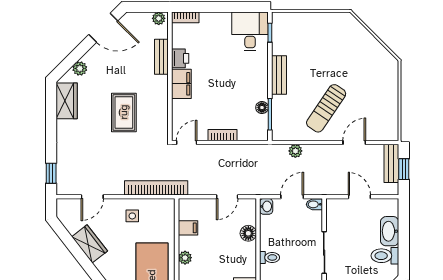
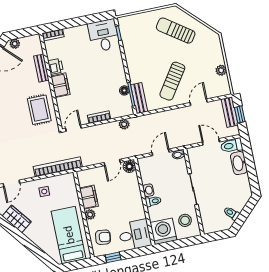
plant: (159, 18) -> (15, 44), moved
sun lounger: (344, 44) -> (176, 31), added
bench: (279, 75) -> (139, 98), moved
plant: (392, 107) -> (221, 70), added
rug: (124, 112) -> (39, 110), moved
plant: (295, 151) -> (124, 124), moved
washbasin: (266, 206) -> (148, 190), moved
filing cabinet: (188, 228) -> (89, 197), width x2.00
floor lamp: (248, 233) -> (129, 166), moved
toilet: (385, 256) -> (232, 146), moved

